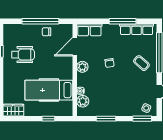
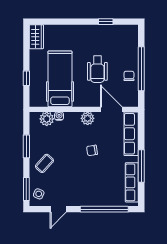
row of seats: (89, 30) -> (131, 134), width x1.48
wheelchair: (23, 55) -> (97, 69), moved
coffee table: (141, 63) -> (44, 163), moved

